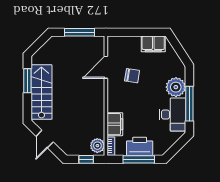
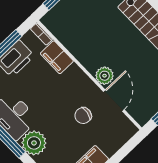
plant: (97, 146) -> (105, 76), moved

